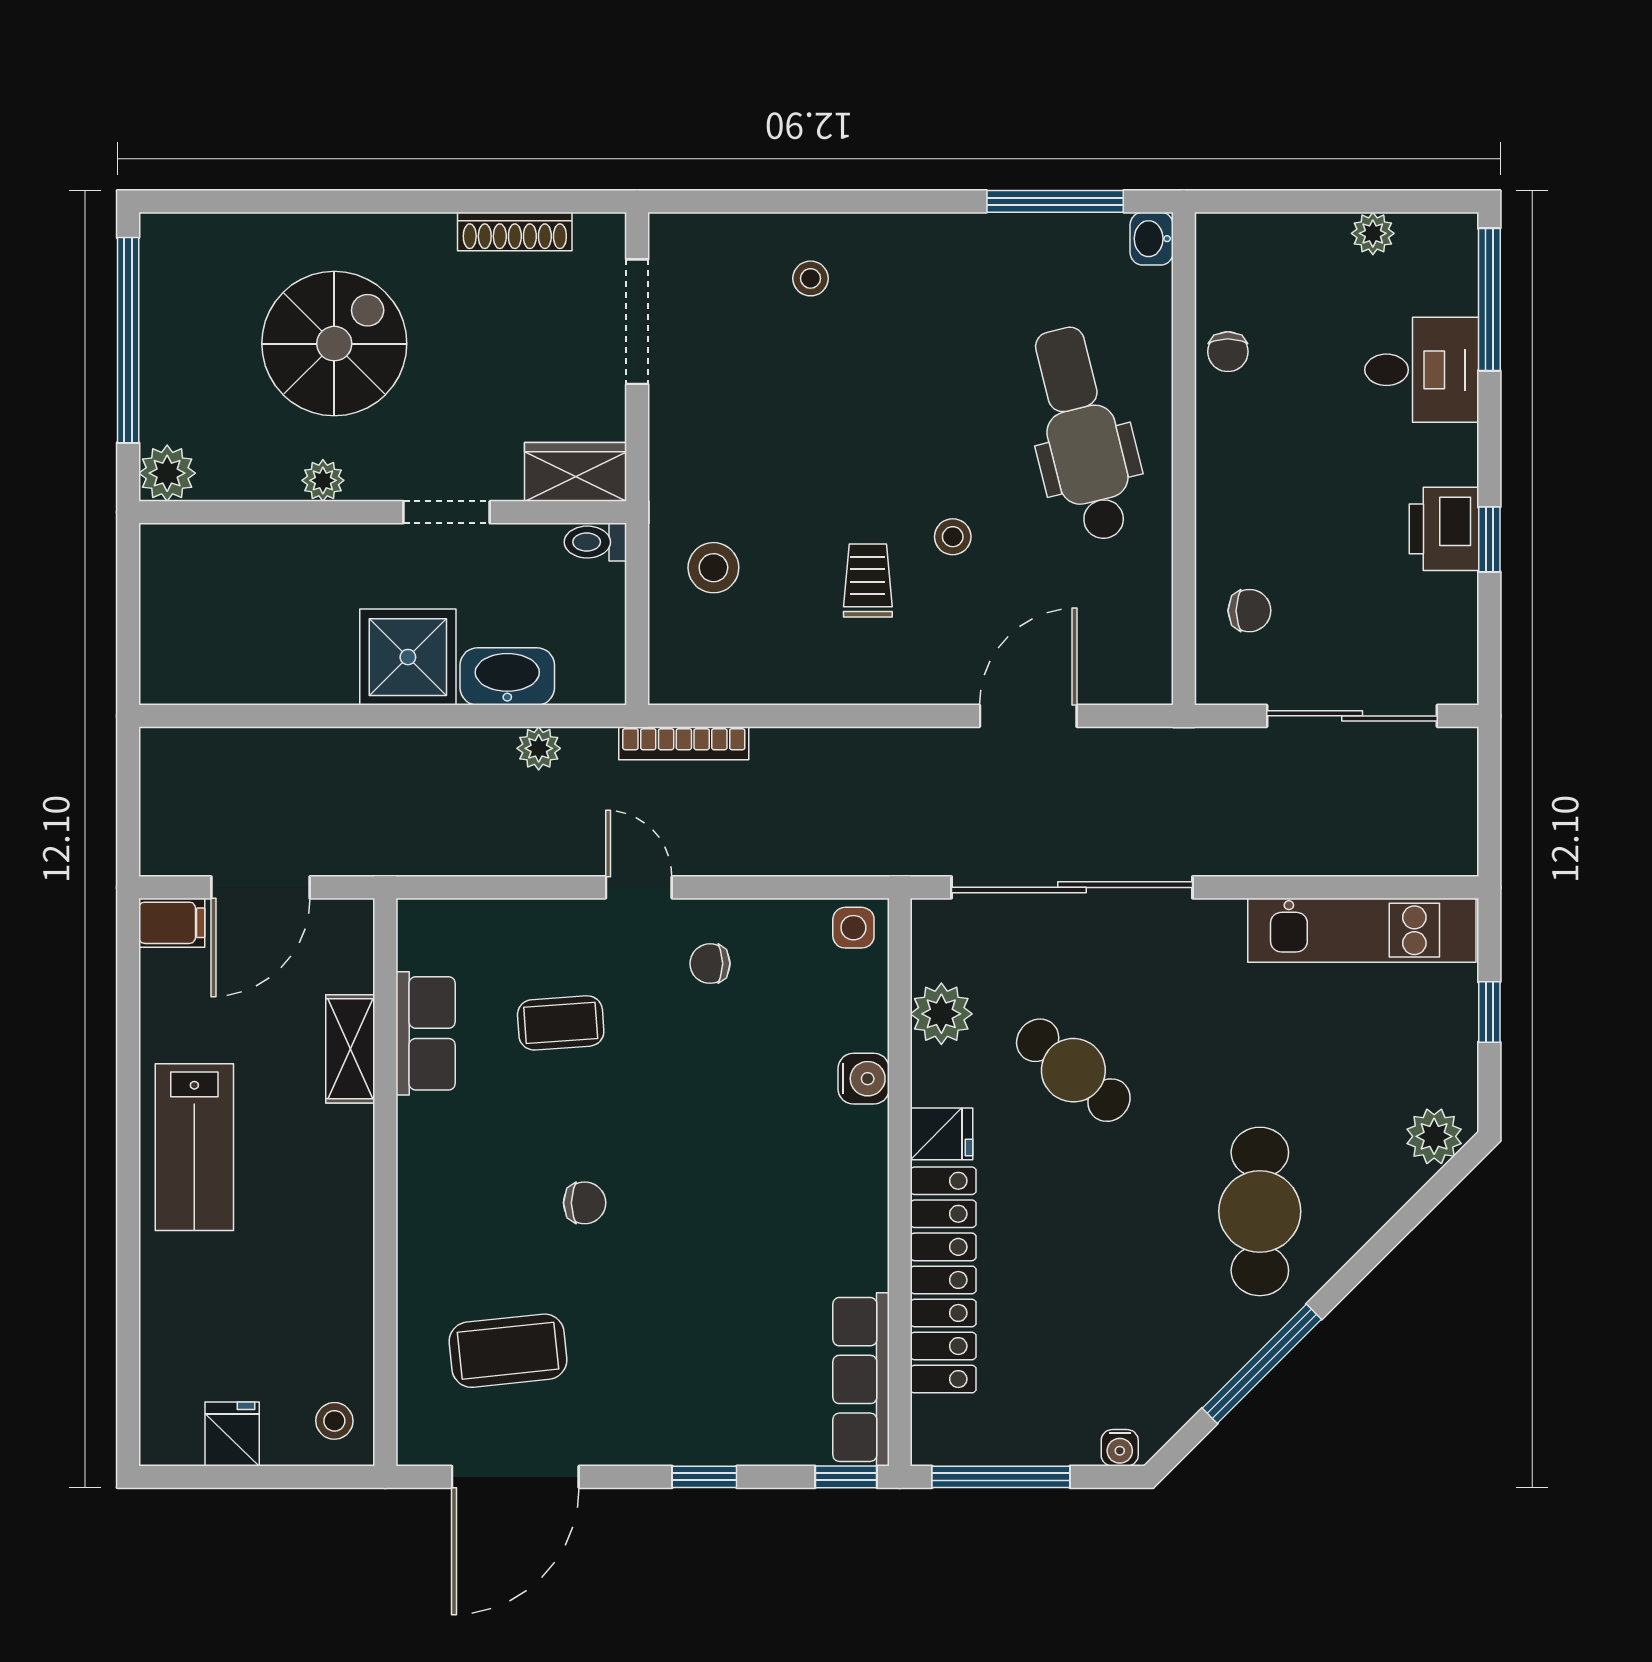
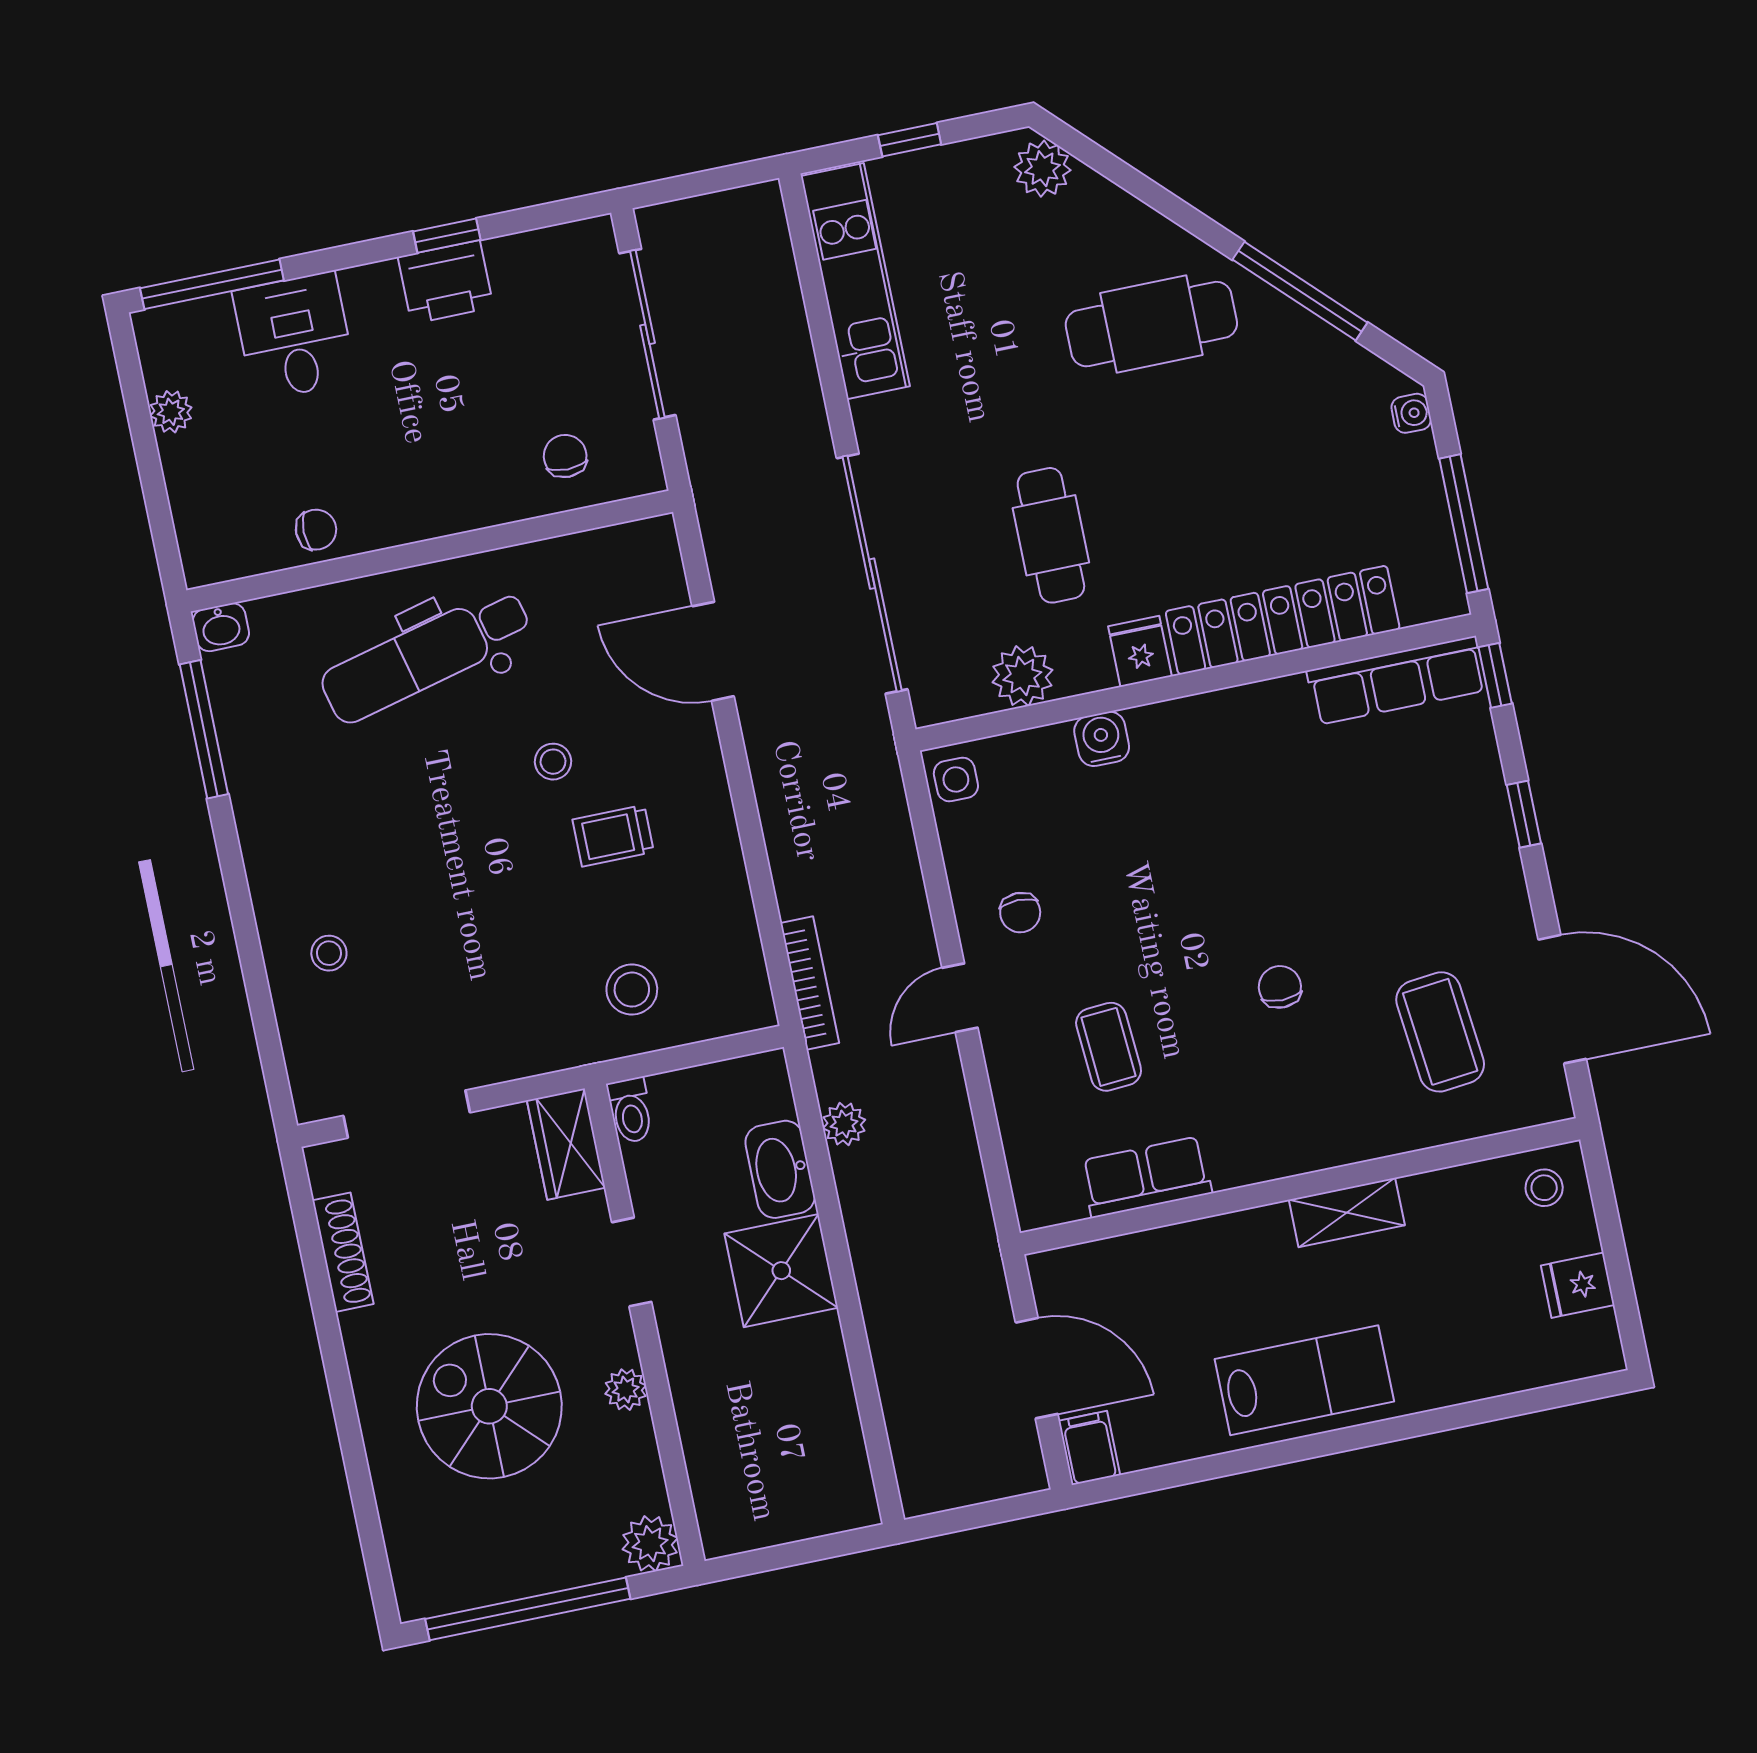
shelving: (350, 1049) -> (1347, 1212), moved
cafe table: (1073, 1070) -> (1051, 535), turned -40

